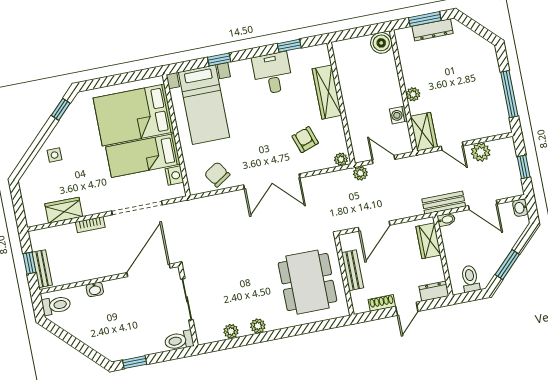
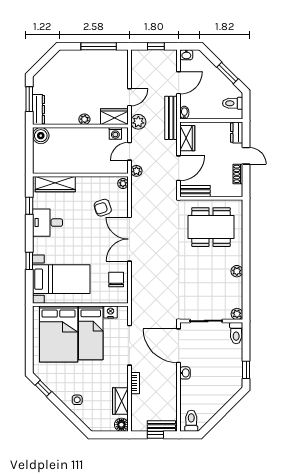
dresser: (433, 30) -> (39, 110), moved
wardrobe: (327, 92) -> (55, 184), moved
washing machine: (398, 115) -> (115, 133), moved
plant: (481, 152) -> (138, 122), moved
chair: (217, 174) -> (116, 280), turned 123
double door: (272, 181) -> (129, 239), swing flipped
bench: (444, 203) -> (171, 118), width x1.36
floor lamp: (34, 217) -> (121, 425), added
door: (374, 226) -> (179, 168), hinge flipped
wardrobe: (428, 241) -> (187, 138), moved, turned -90
bench: (353, 270) -> (195, 191), moved
washbasin: (95, 289) -> (185, 373), moved
plant: (231, 331) -> (237, 314), moved

